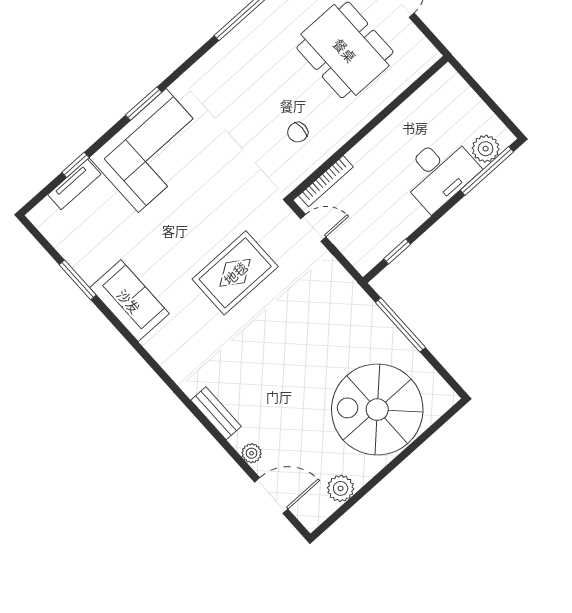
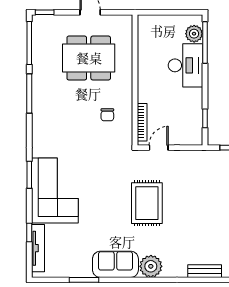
tv unit: (74, 184) -> (38, 248), width x1.41
plant: (165, 344) -> (151, 266), added

